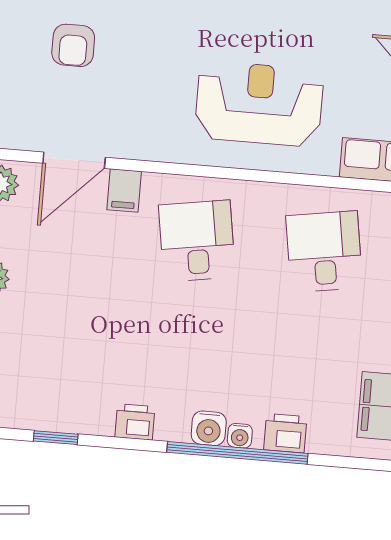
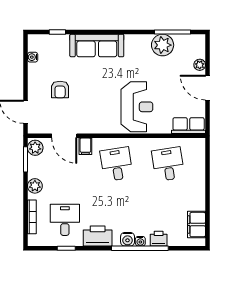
reception desk: (259, 104) -> (137, 107), turned 90
door: (74, 160) -> (64, 136), hinge flipped
desk: (58, 367) -> (65, 220), added
printer: (135, 422) -> (98, 236), width x1.87, depth x1.48

